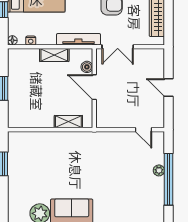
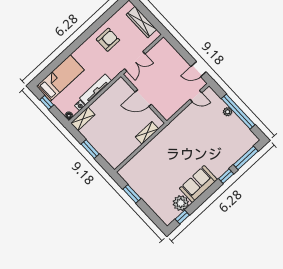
tv unit: (78, 39) -> (96, 89), moved
shelving: (54, 55) -> (83, 119), moved
boiler: (87, 67) -> (128, 90), removed
door: (169, 88) -> (199, 69), moved

